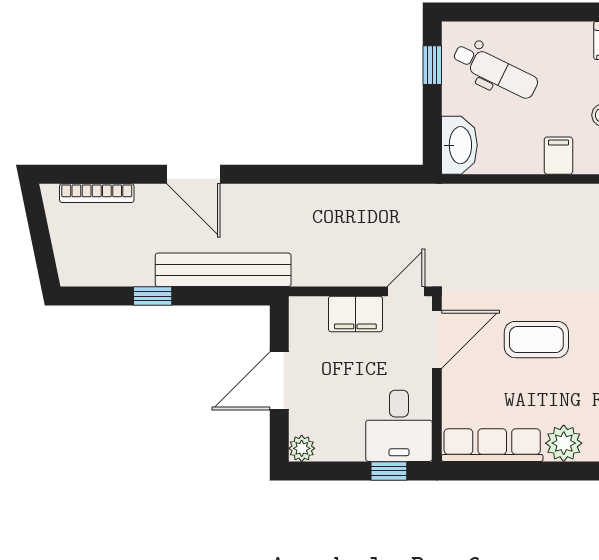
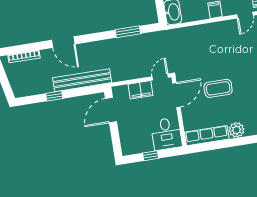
window: (348, 174) -> (128, 32), added
door: (279, 381) -> (111, 110), moved
plant: (302, 448) -> (127, 150), removed
window: (389, 471) -> (151, 156), moved

